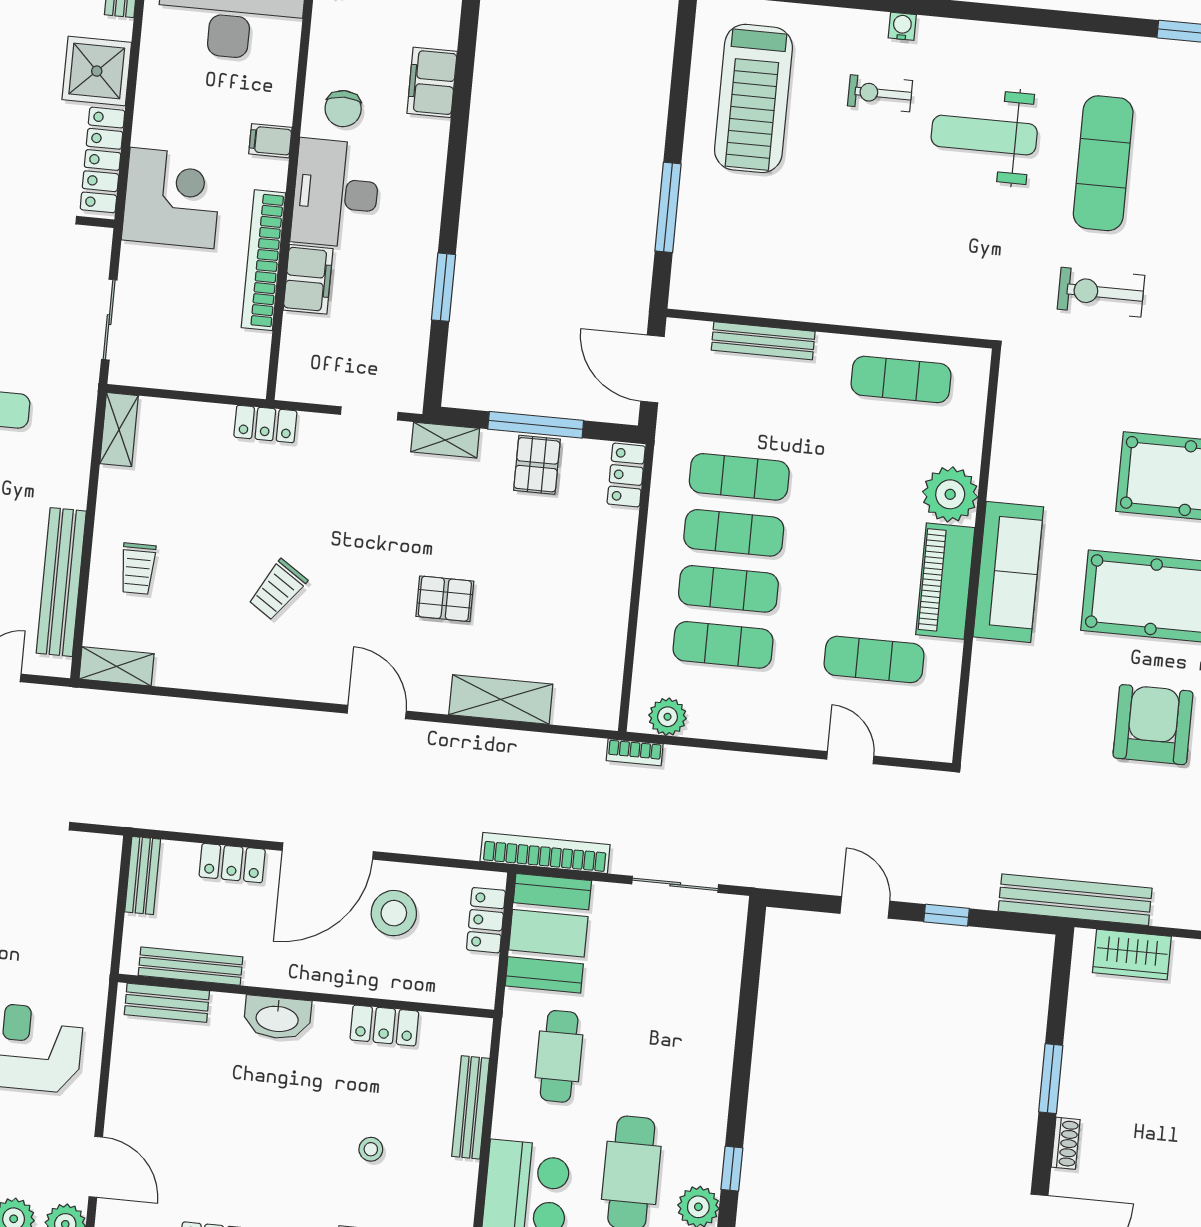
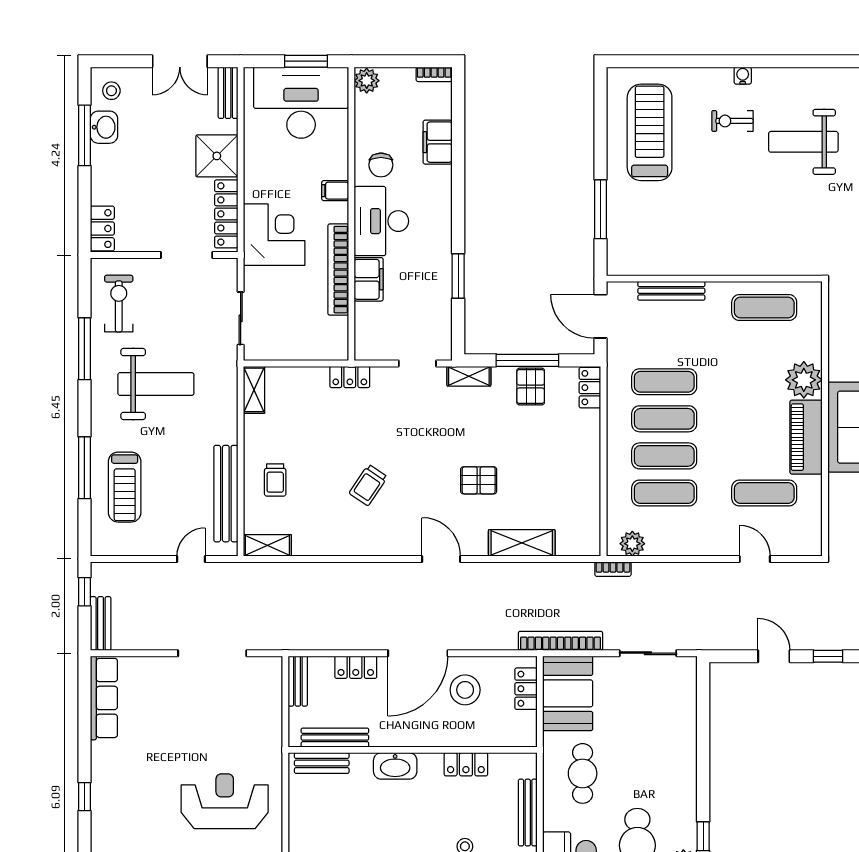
treadmill: (753, 98) -> (650, 132), turned 180

